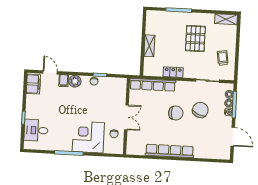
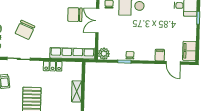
plant: (75, 81) -> (104, 54), moved
chair: (176, 113) -> (75, 15), moved

